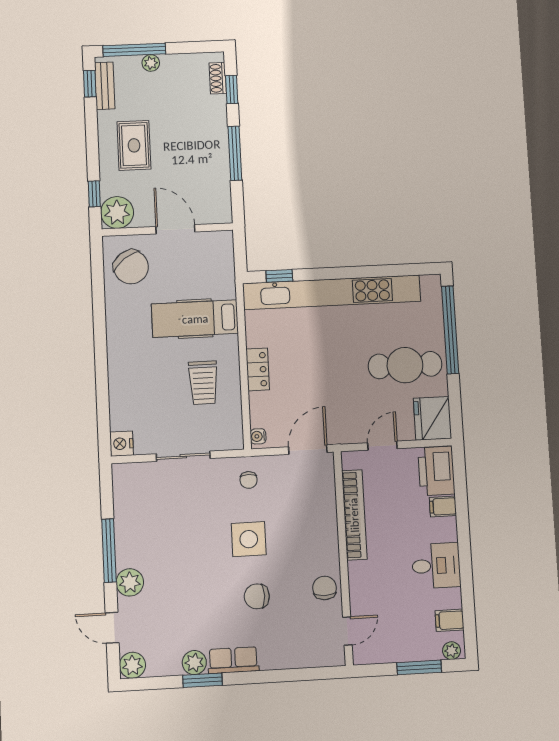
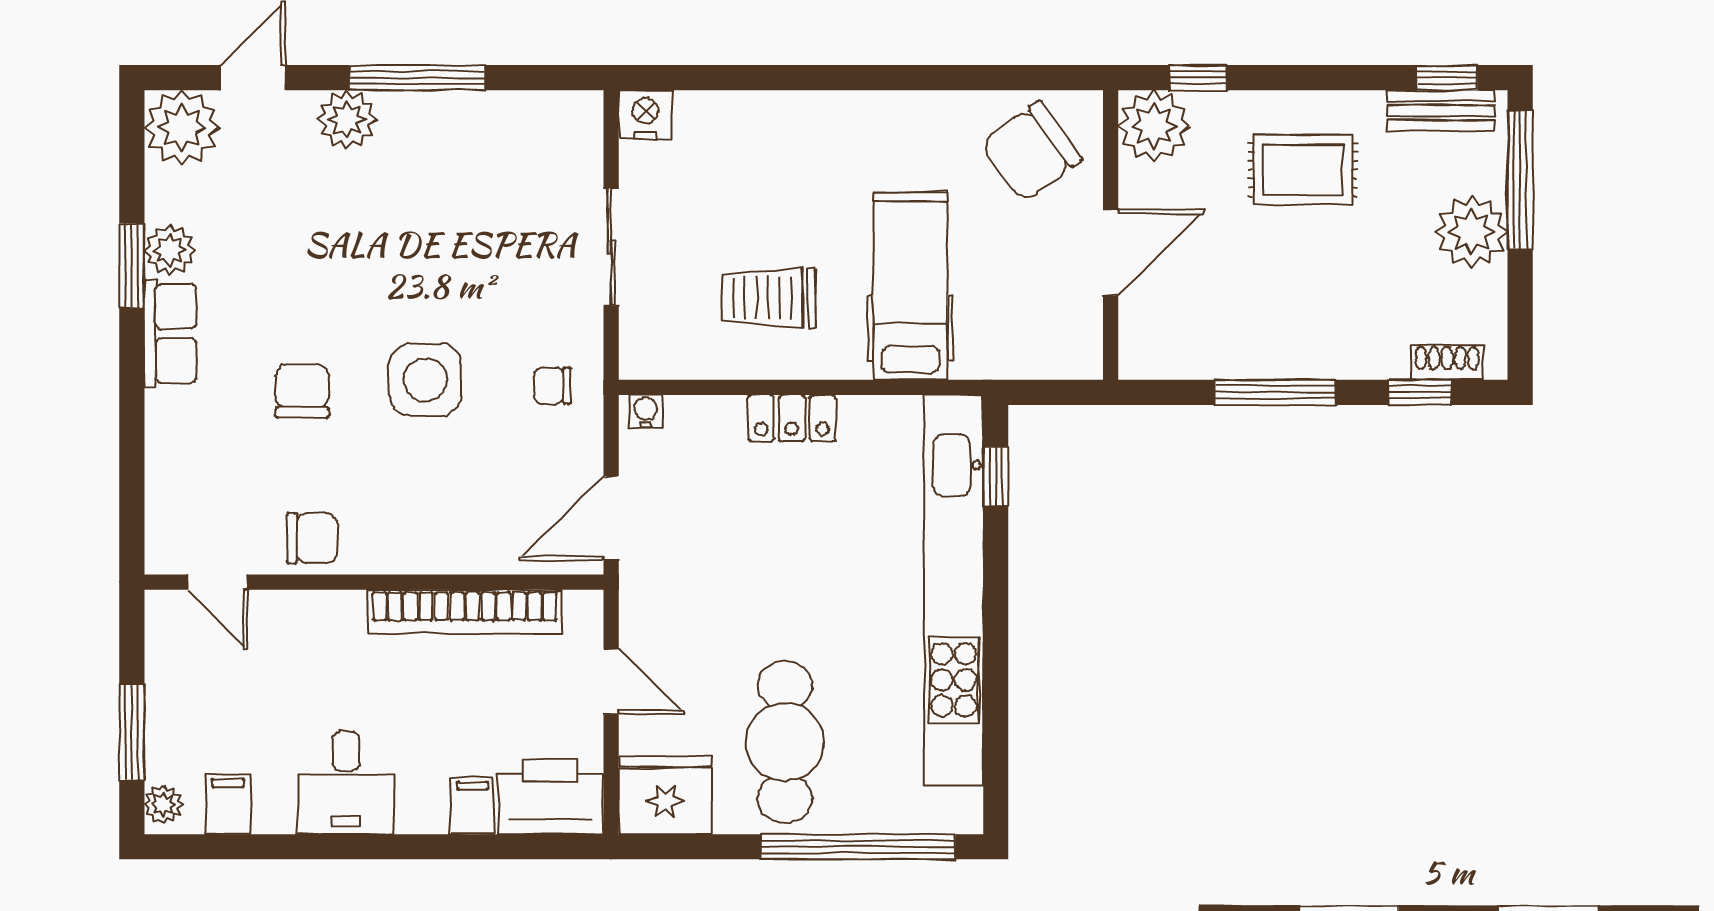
plant: (151, 63) -> (1472, 232), width x1.88, depth x1.88
door: (308, 450) -> (611, 518), swing flipped
plant: (132, 665) -> (182, 128), width x1.36, depth x1.36

